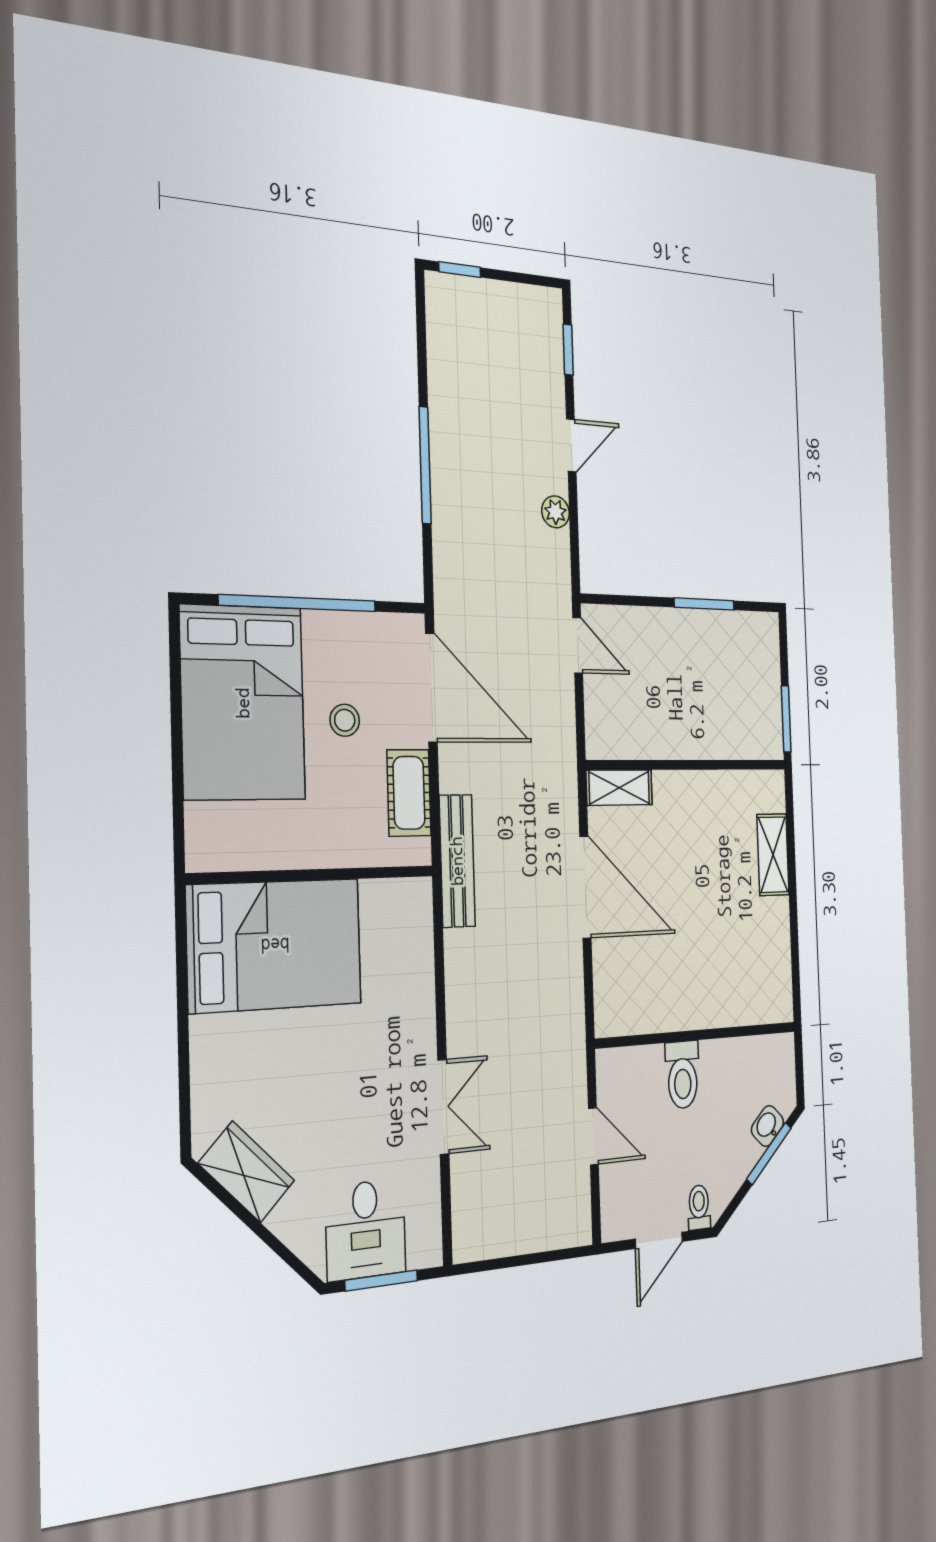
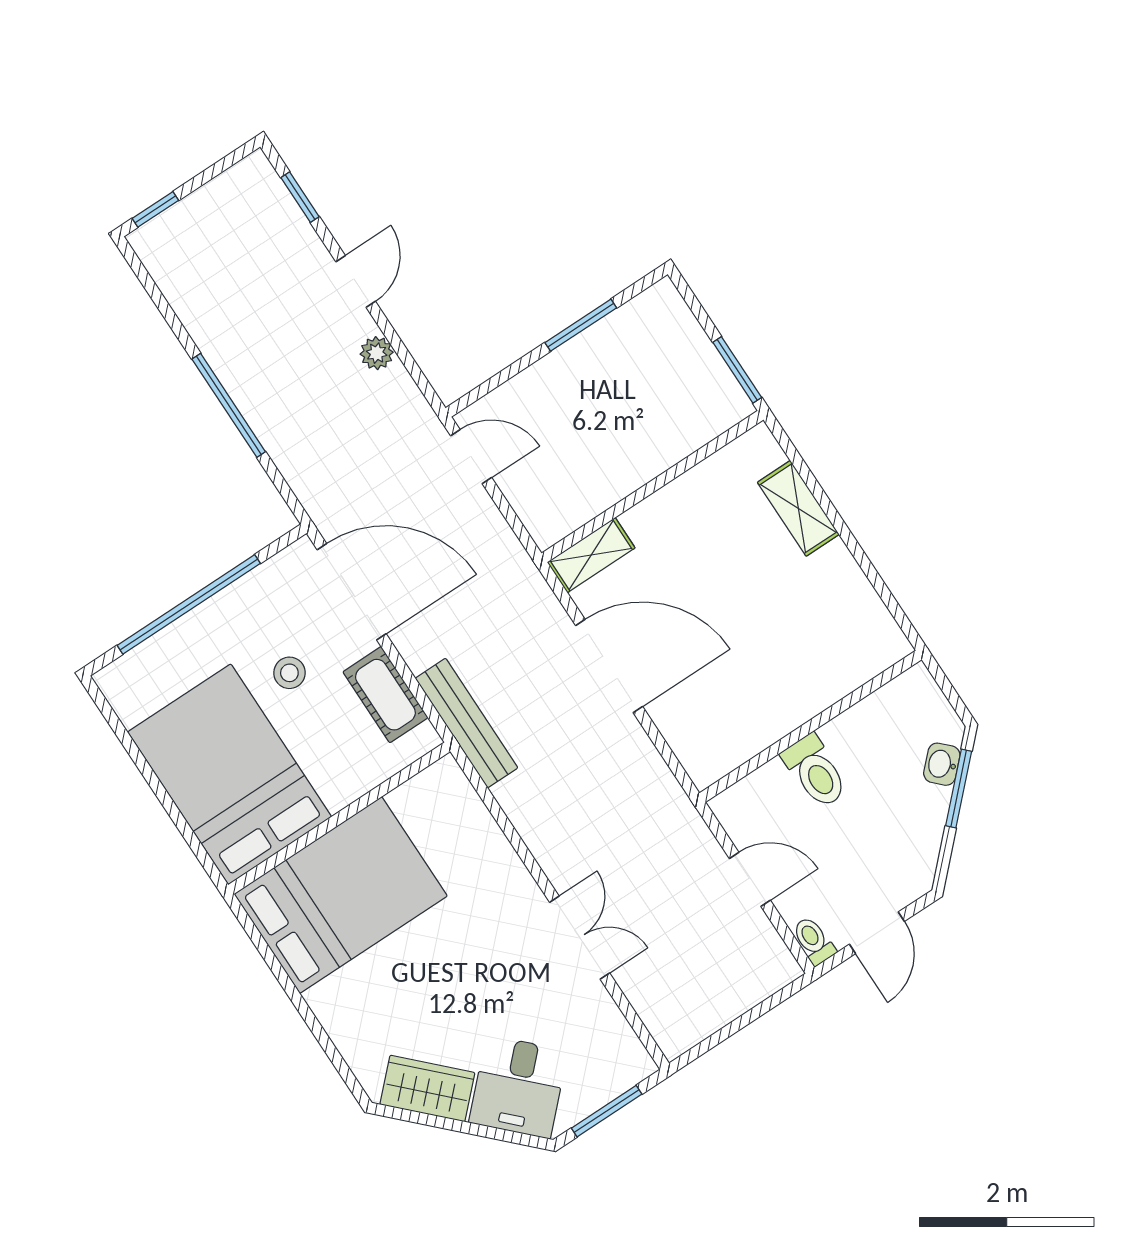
bed: (243, 703) -> (230, 774), moved, turned 180
toilet: (699, 1207) -> (814, 941), moved
desk: (366, 1229) -> (518, 1087), moved, turned 45

